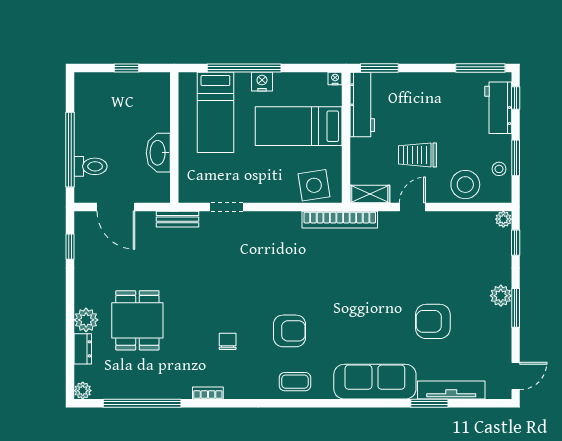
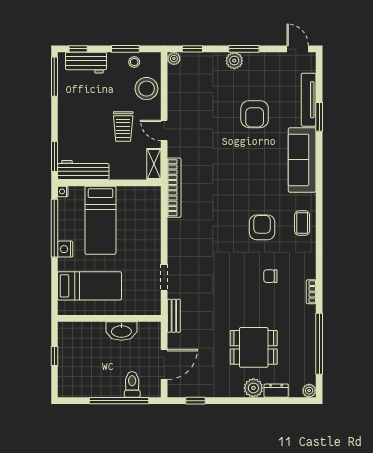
window: (244, 68) -> (54, 228), moved
side table: (314, 185) -> (147, 208), removed

